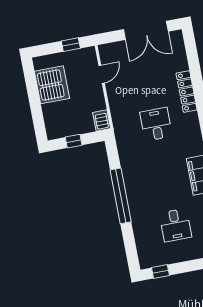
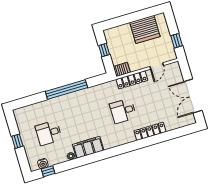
door: (102, 74) -> (157, 66), hinge flipped
locker: (116, 109) -> (132, 80), added
desk: (156, 124) -> (123, 111), turned 180
window: (160, 272) -> (17, 141), moved

